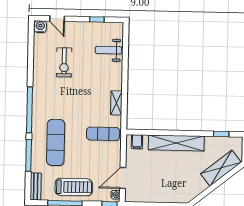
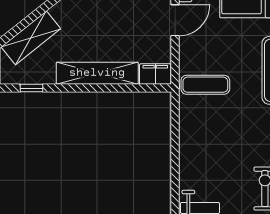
shelving: (116, 103) -> (187, 130), removed
filing cabinet: (137, 142) -> (155, 74), width x2.00

